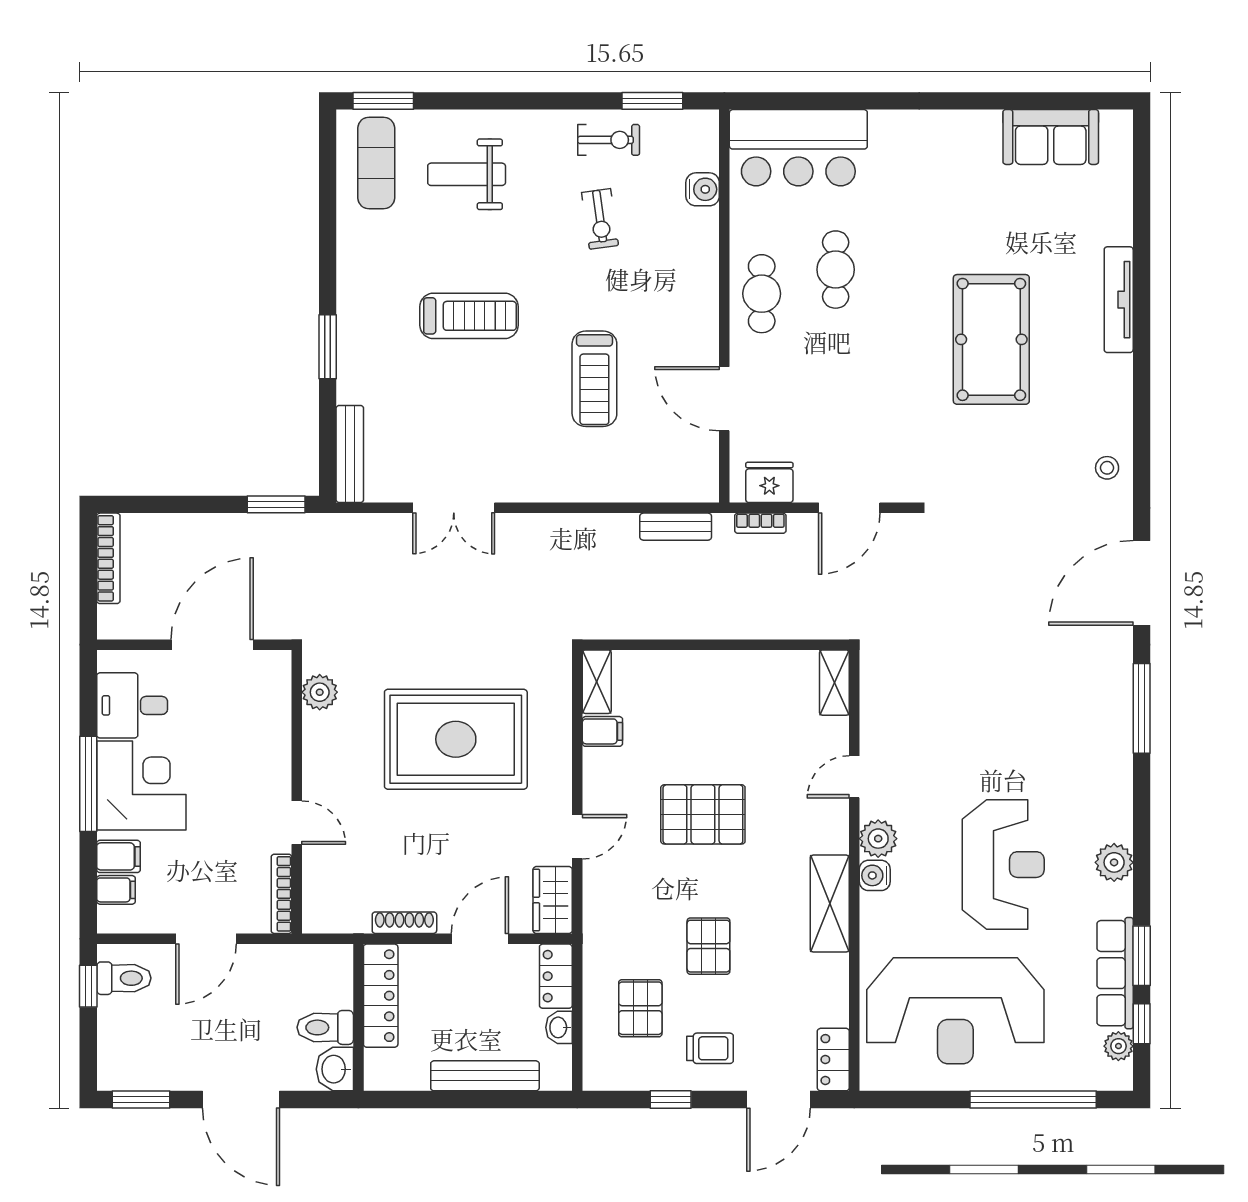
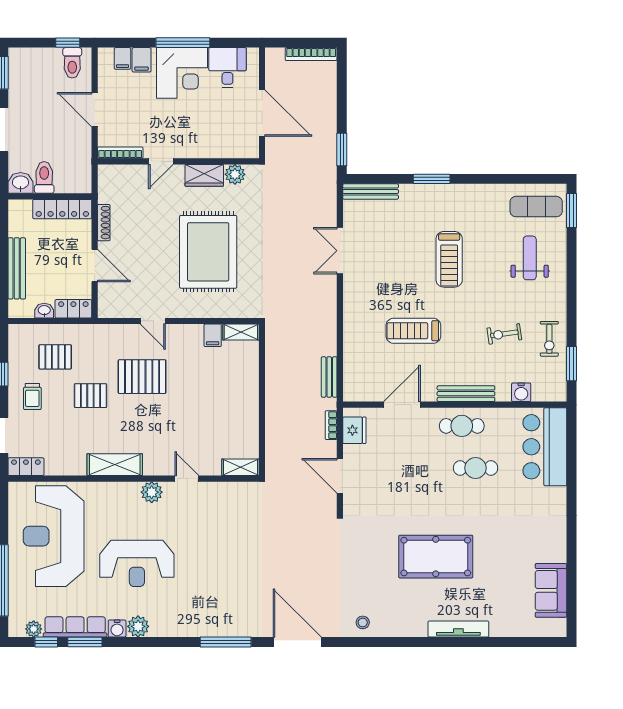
bench: (705, 286) -> (466, 394), added
pallet: (703, 814) -> (142, 377), moved, turned 90
water cooler: (875, 875) -> (117, 629), moved, turned 180
wardrobe: (553, 900) -> (204, 175), moved, turned 180

